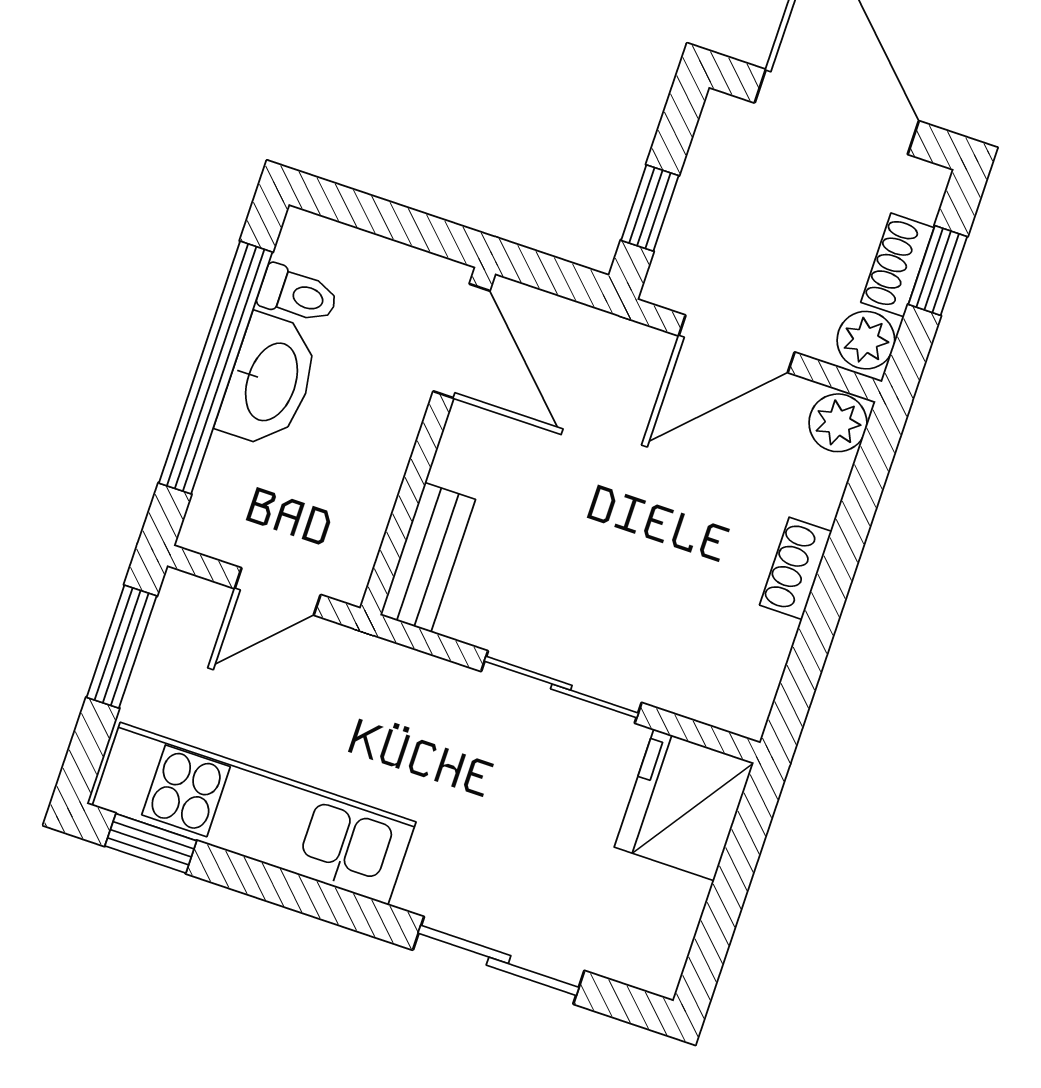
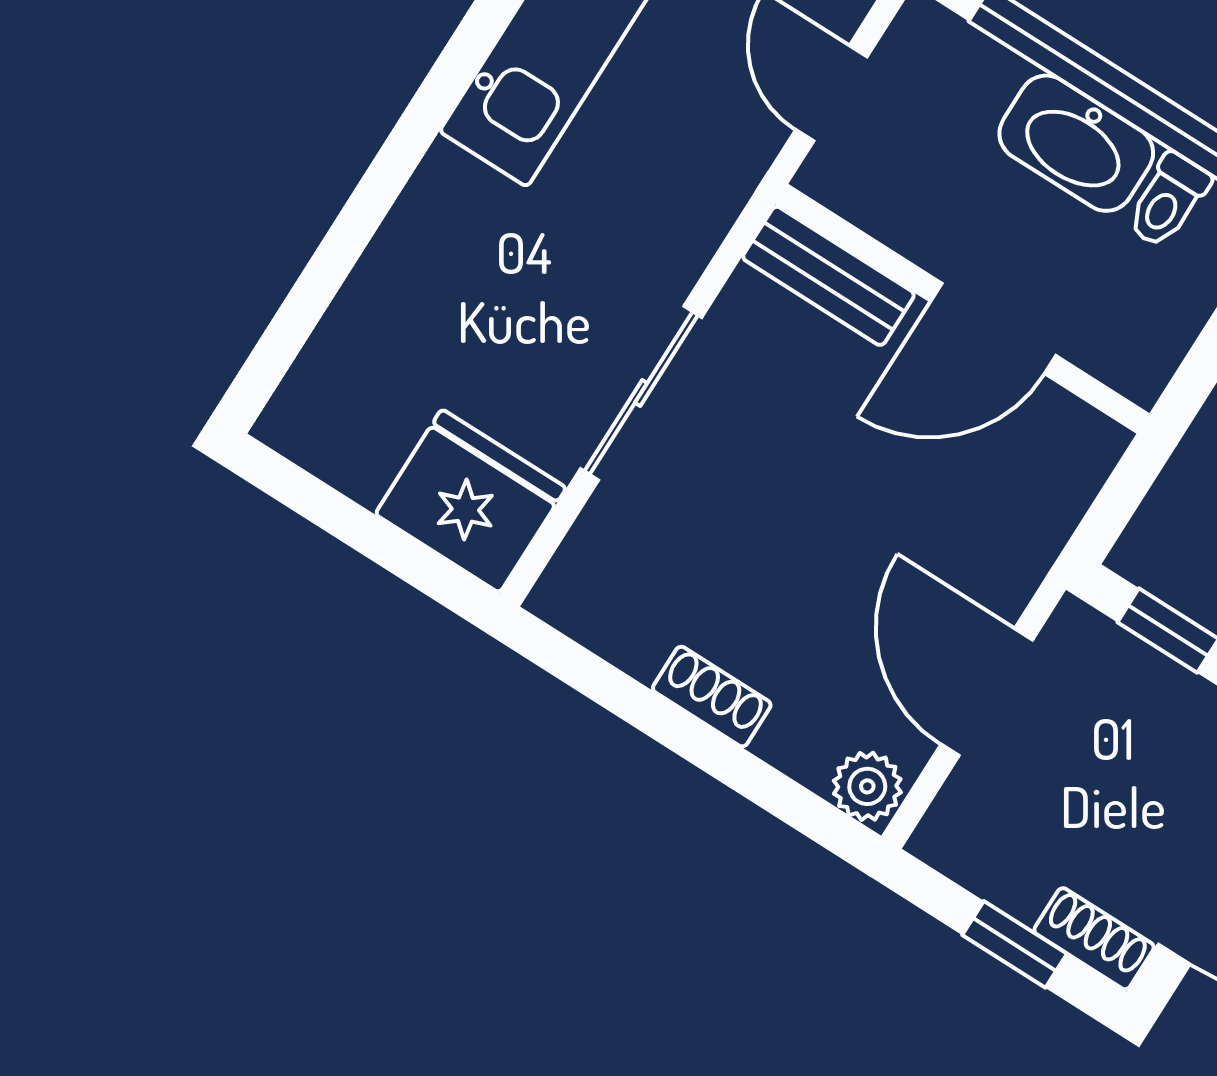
shoe rack: (897, 265) -> (1094, 939), moved
plant: (866, 340) -> (955, 842), removed
door: (462, 341) -> (993, 328), moved
sliding door: (499, 960) -> (344, 243), removed

